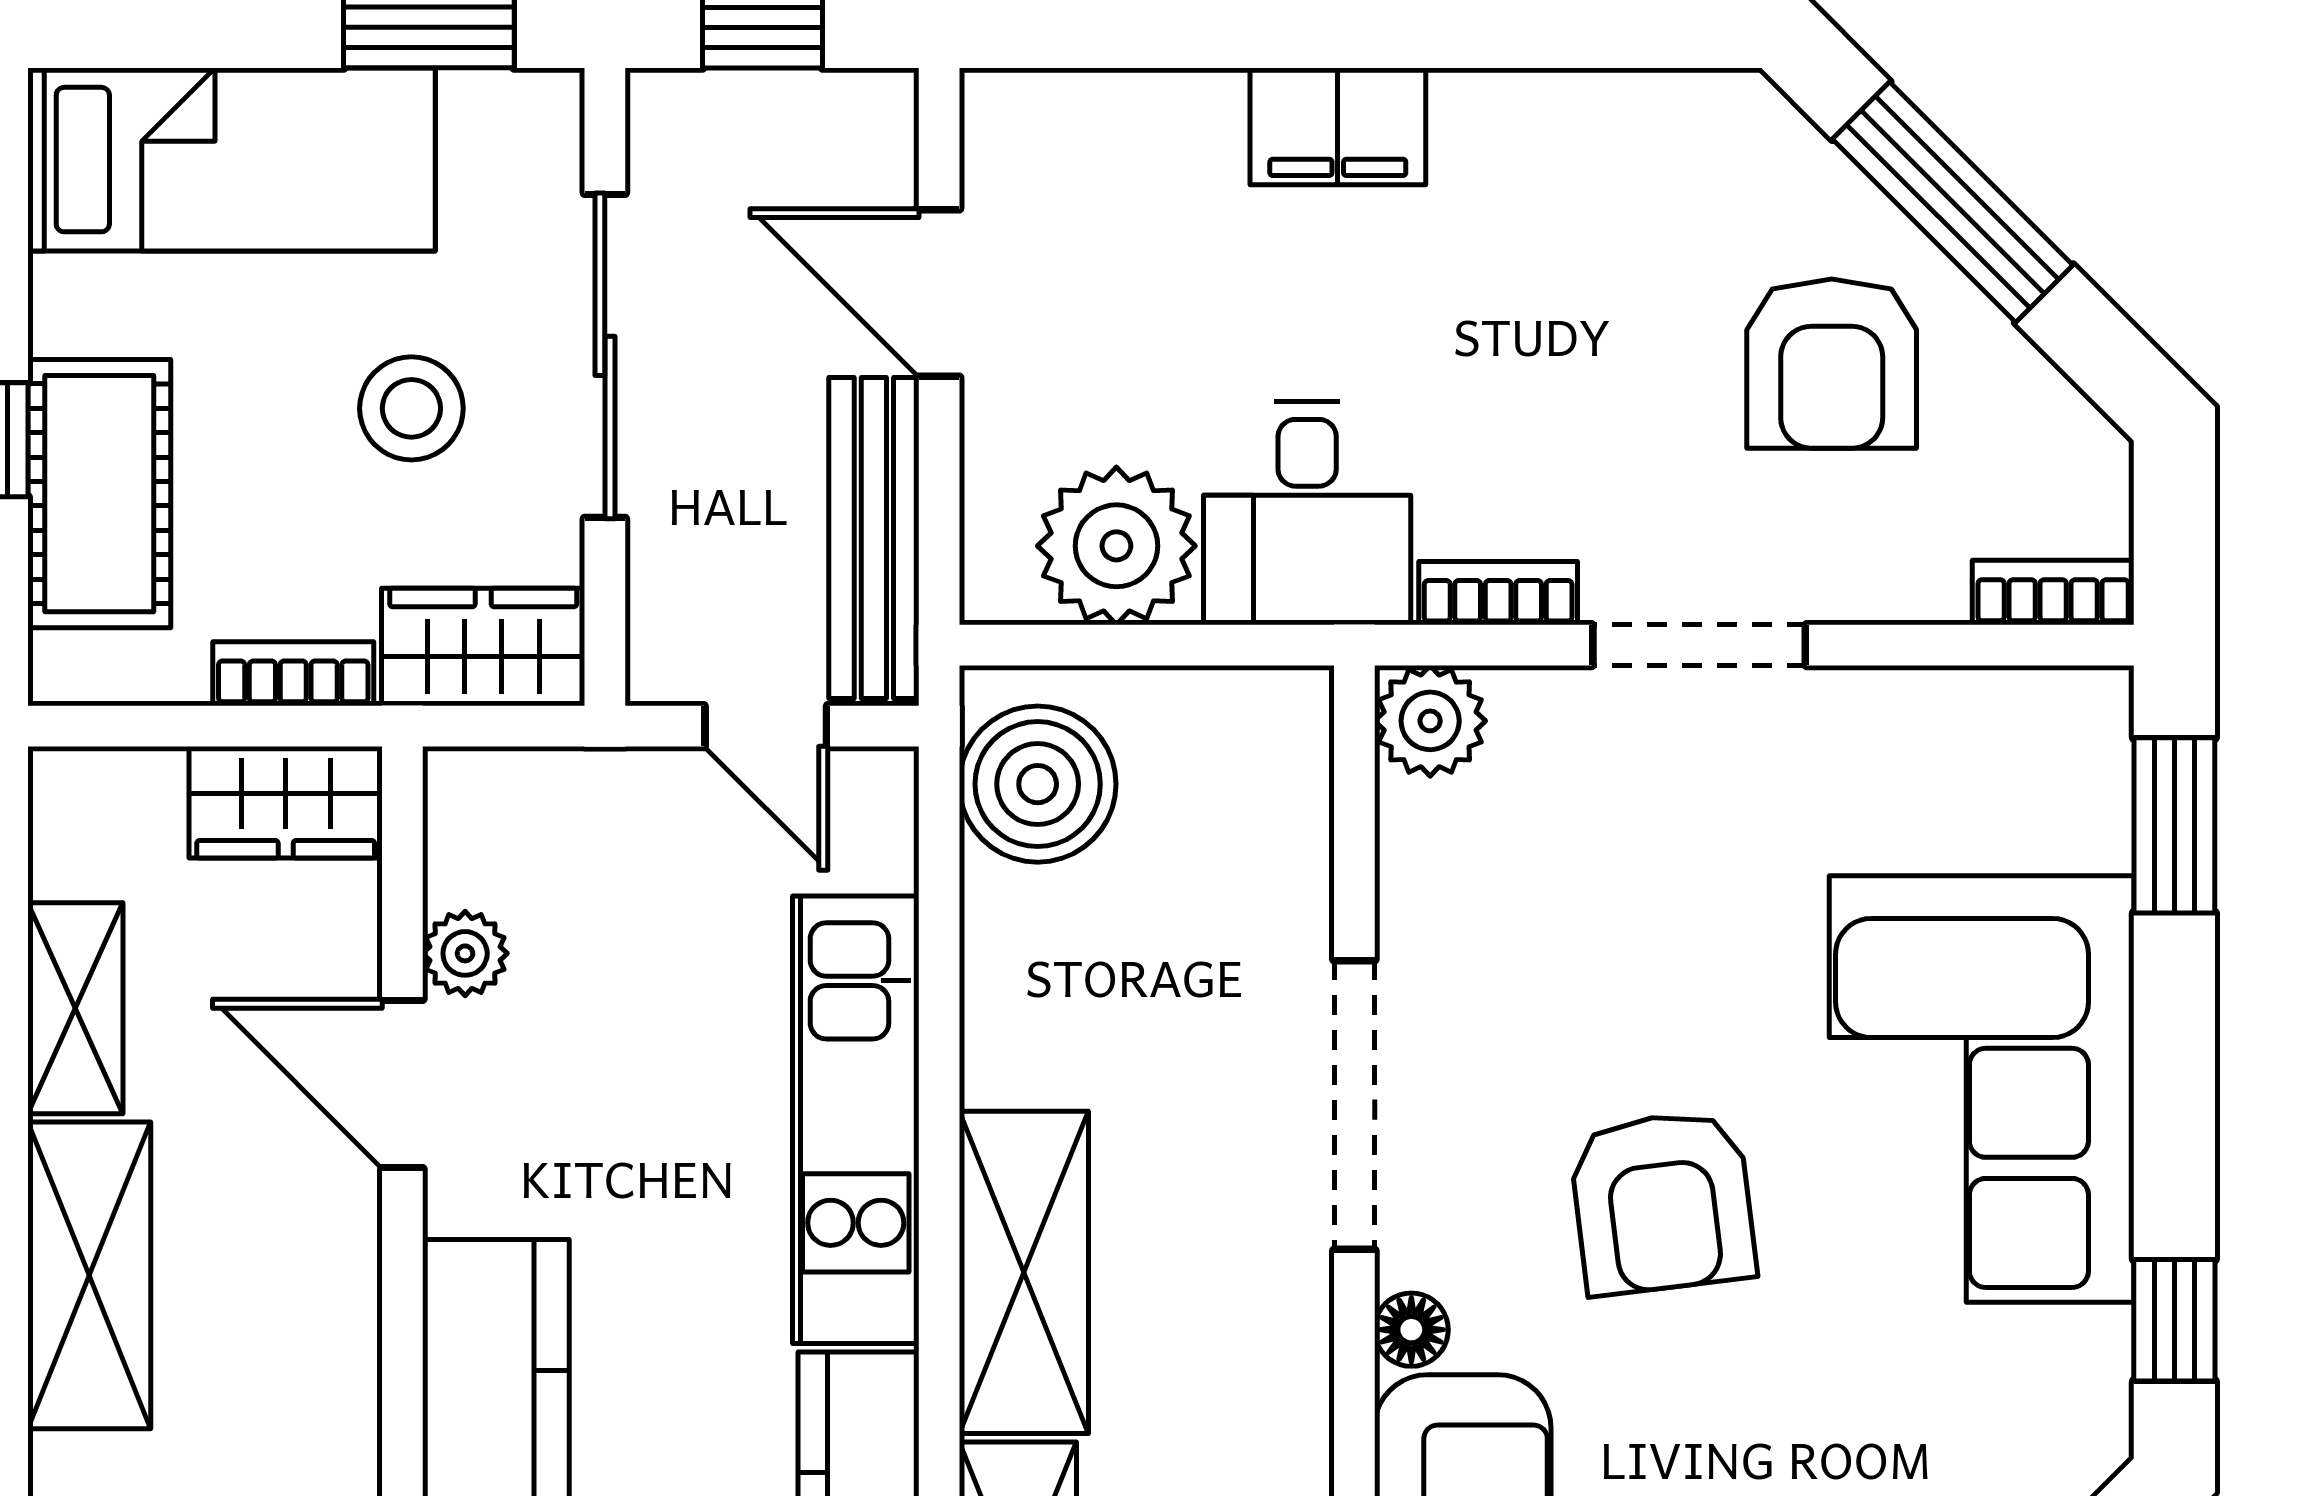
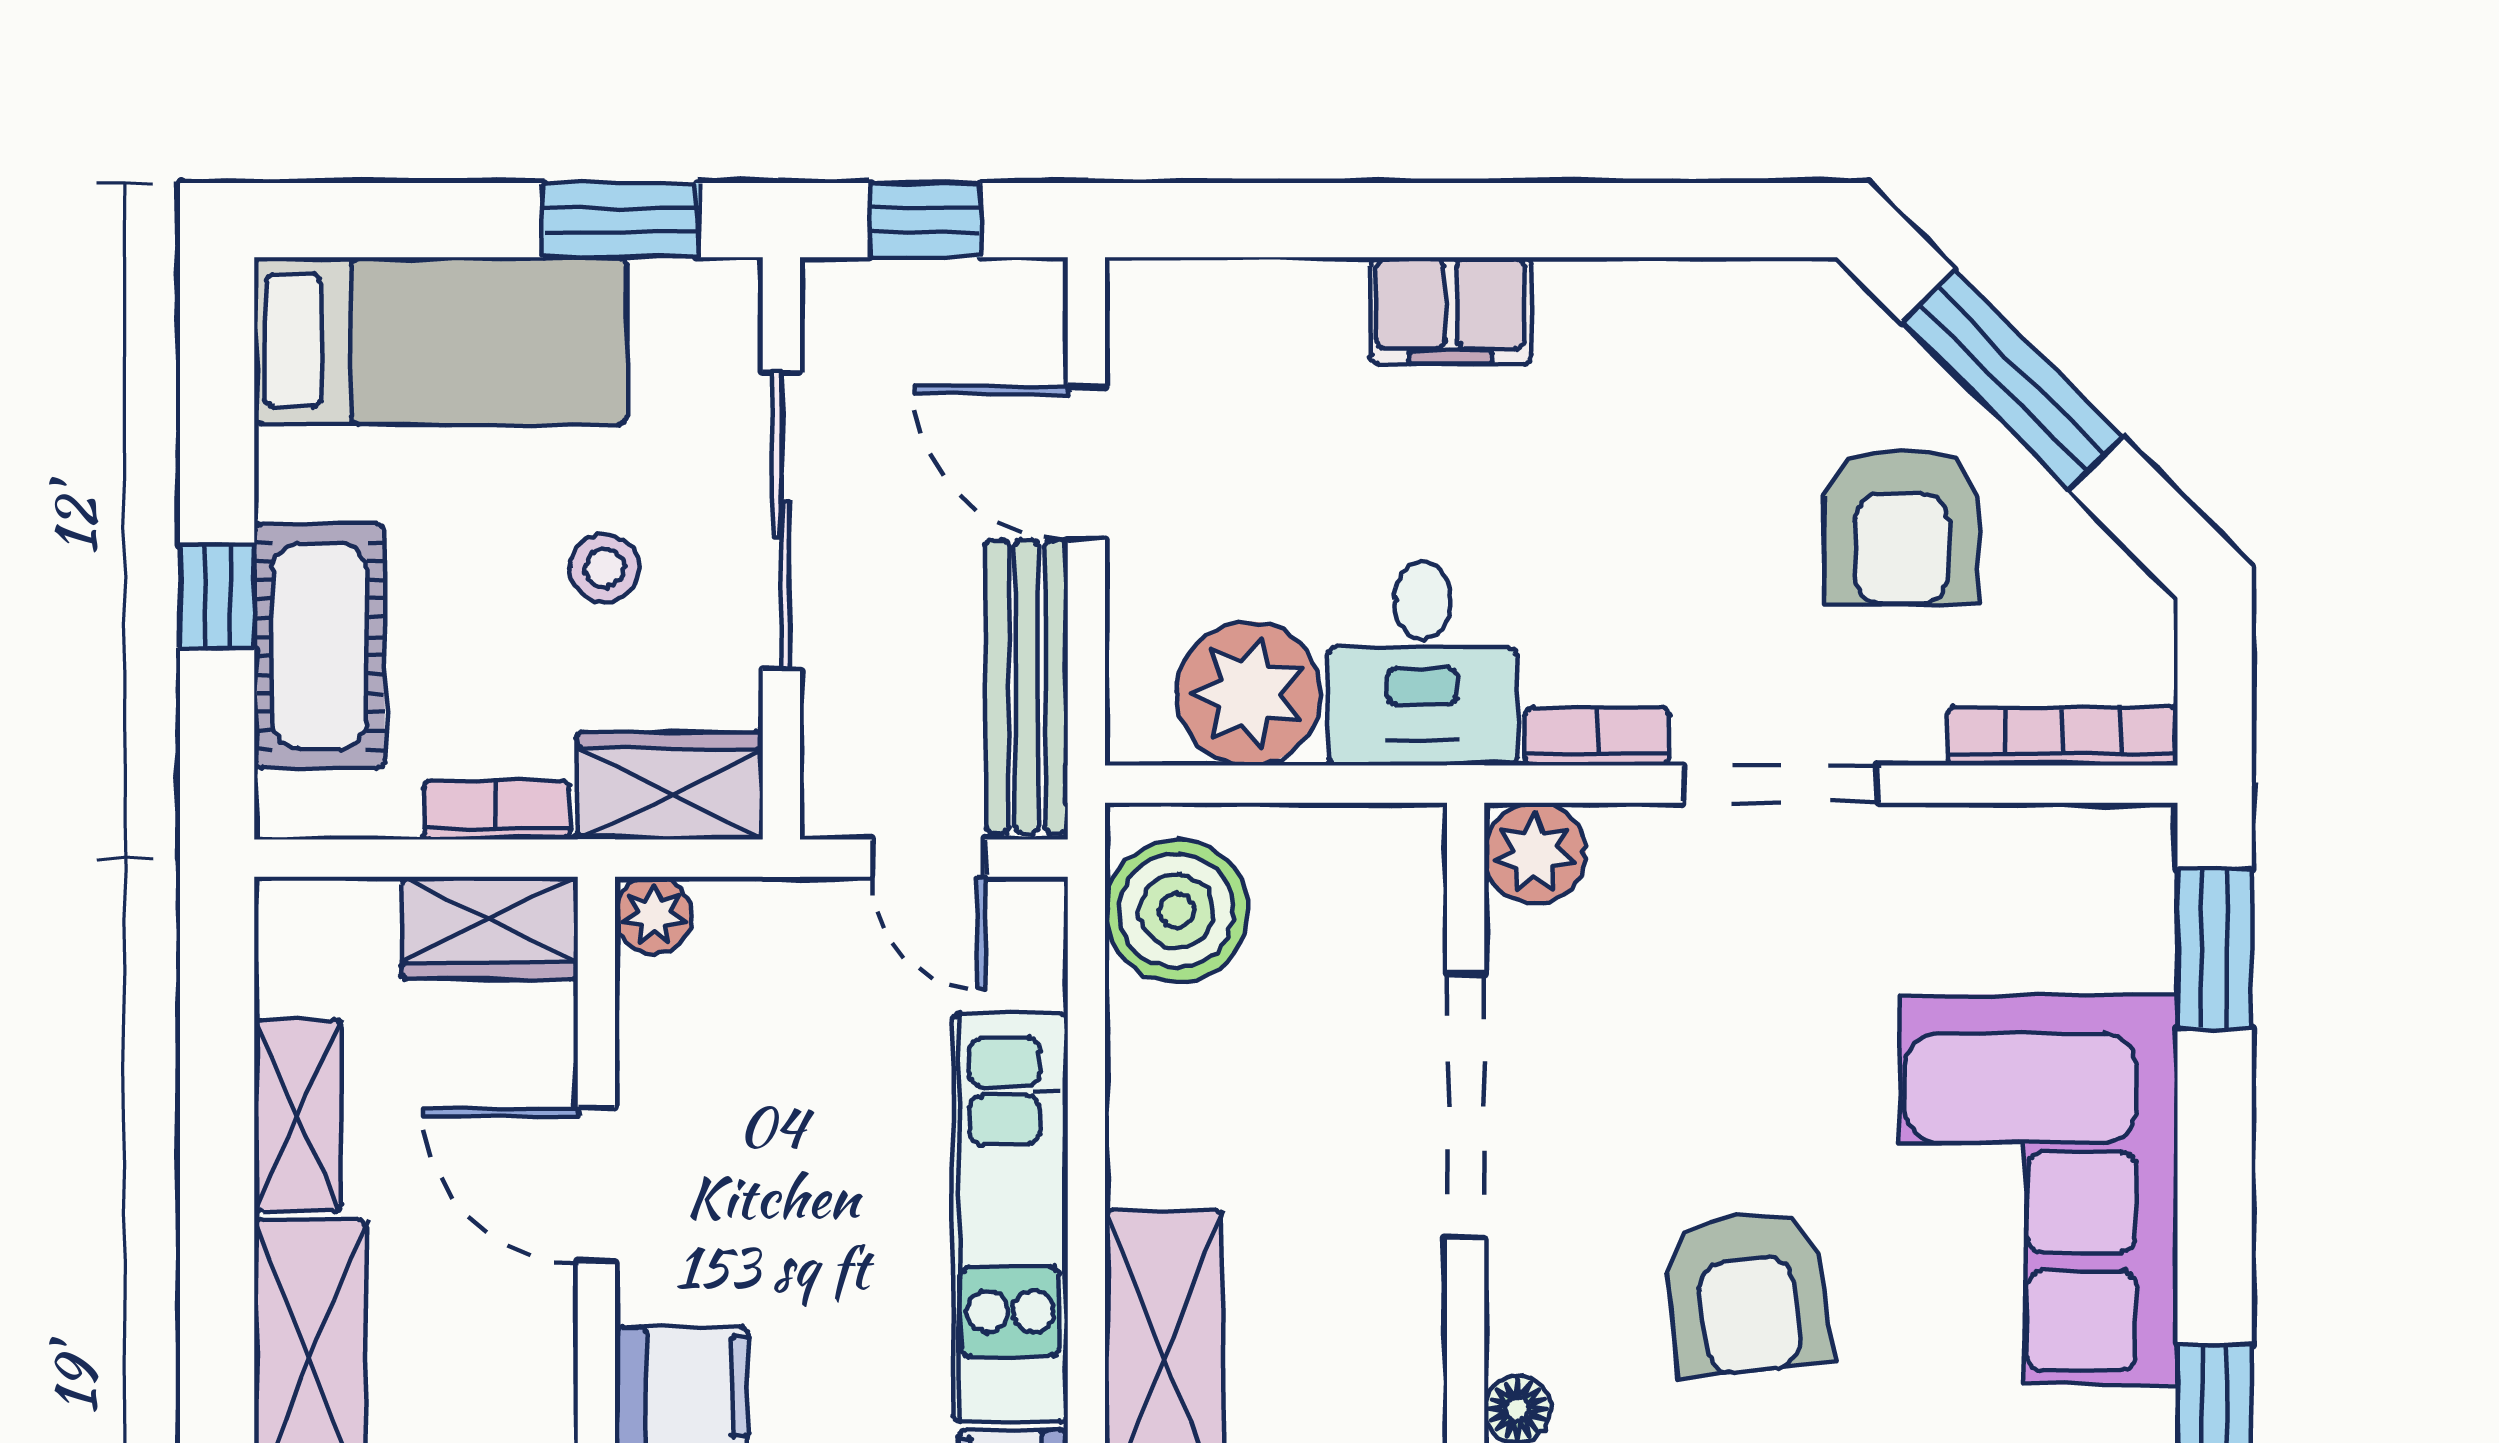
stool: (411, 408) -> (605, 568), width x0.73, depth x0.73
bookcase: (2053, 593) -> (2062, 736), width x1.56
plant: (465, 953) -> (653, 915), moved
doorway: (1354, 1105) -> (1466, 1106), moved

